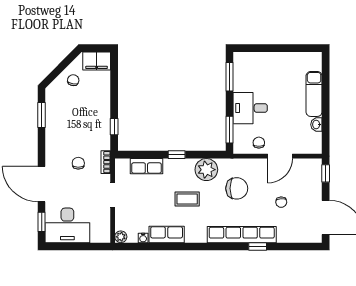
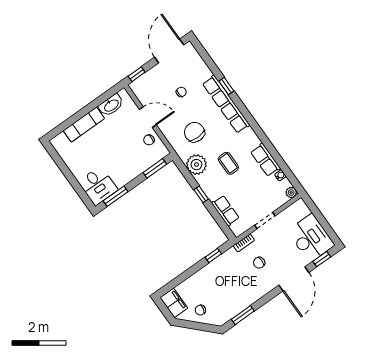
desk: (250, 108) -> (98, 186), moved
washbasin: (316, 125) -> (111, 105), width x1.91, depth x1.45

